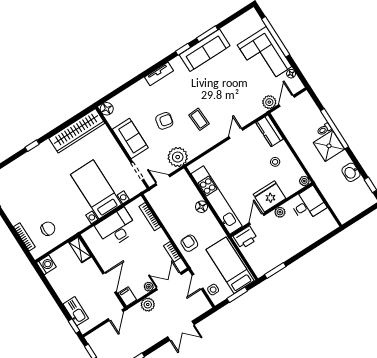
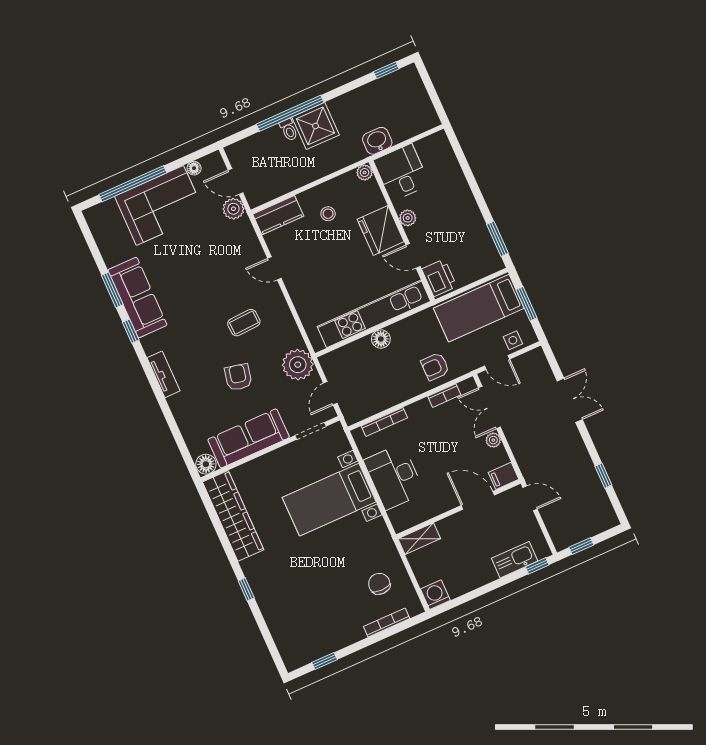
sofa: (130, 138) -> (249, 438), width x1.36
washbasin: (351, 172) -> (377, 141), moved, turned 180
plant: (148, 305) -> (521, 446), removed

